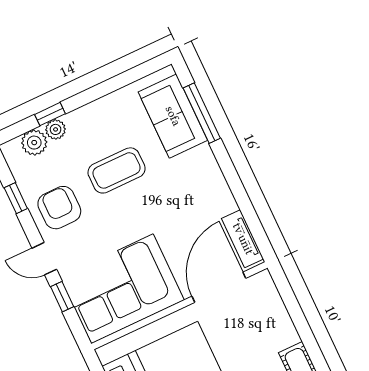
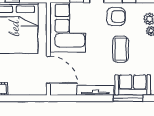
tv unit: (243, 239) -> (95, 90), moved, width x1.41

